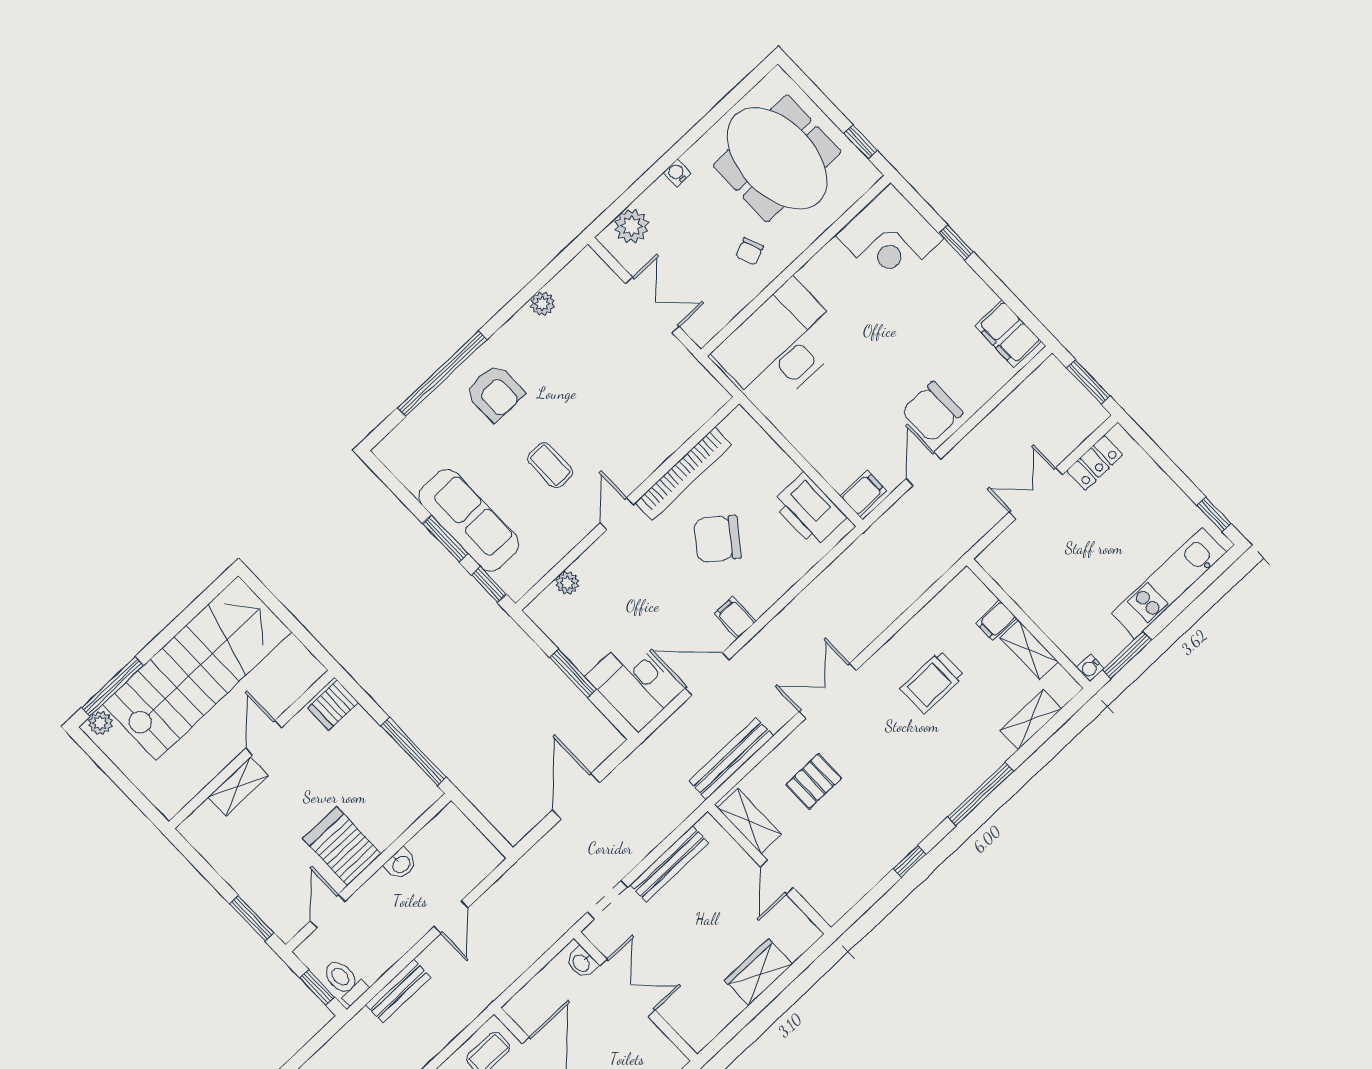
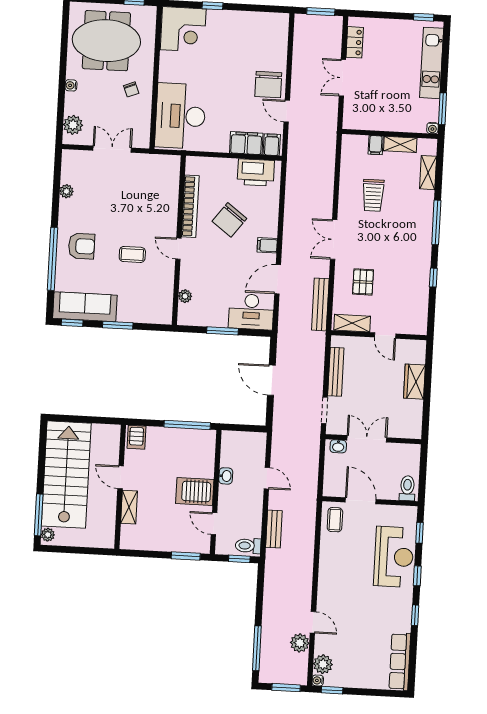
filing cabinet: (1008, 334) -> (246, 143), moved, turned 180
sofa: (469, 520) -> (85, 307), moved
window: (489, 585) -> (72, 323), moved

